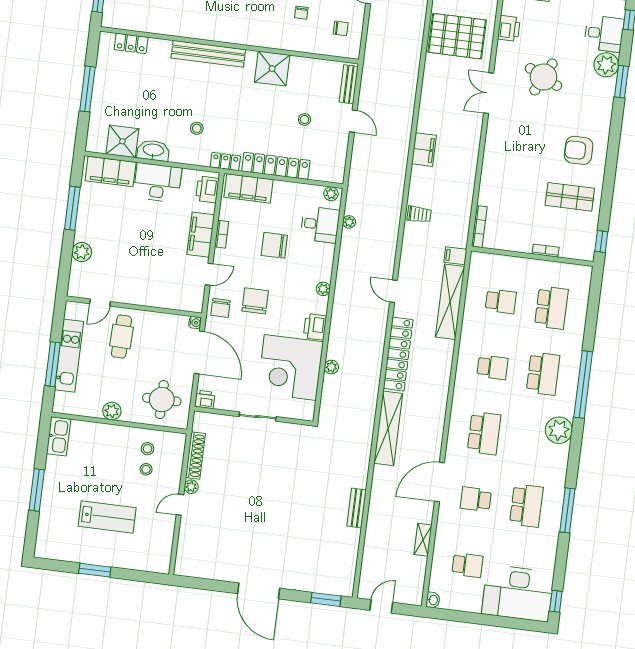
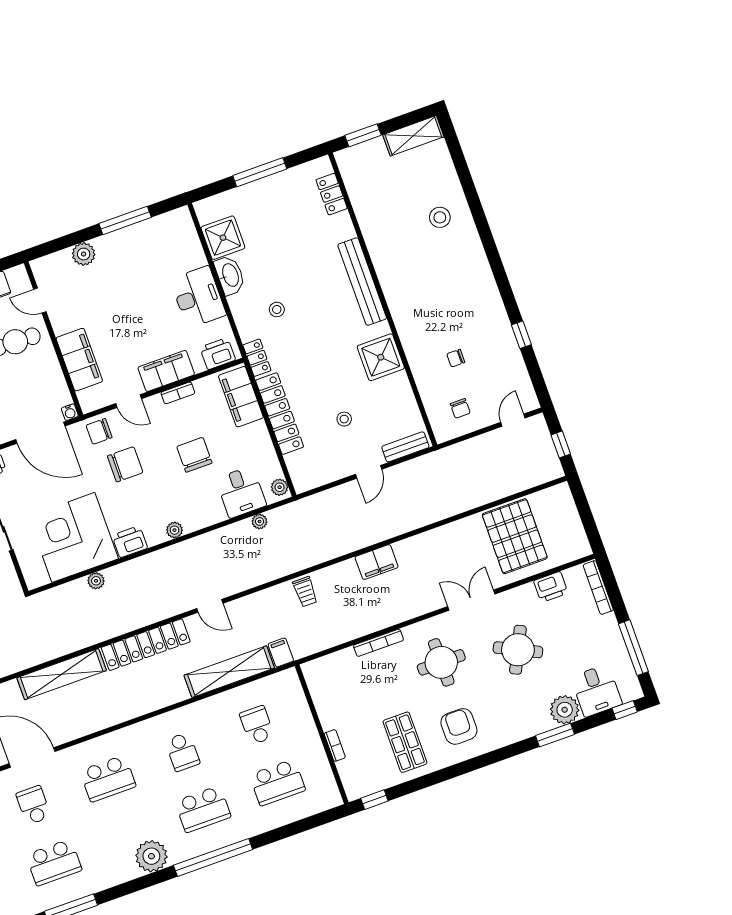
round table: (524, 139) -> (441, 662), added
filing cabinet: (111, 171) -> (79, 360), moved, turned 180
bookcase: (479, 227) -> (378, 643), moved
door: (393, 291) -> (210, 606), swing flipped
school desk: (501, 301) -> (257, 725), turned 180
door: (199, 352) -> (40, 433), hinge flipped

